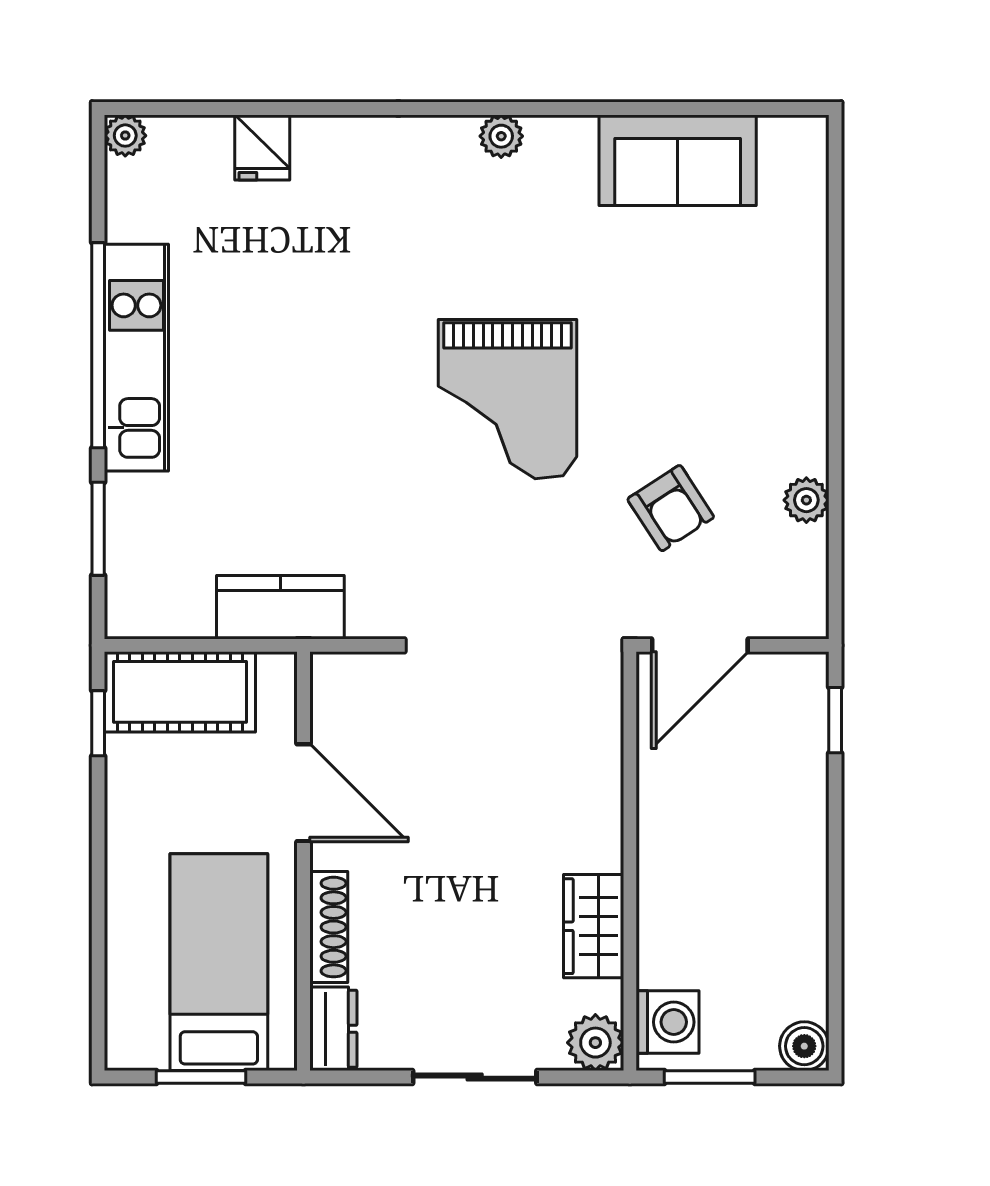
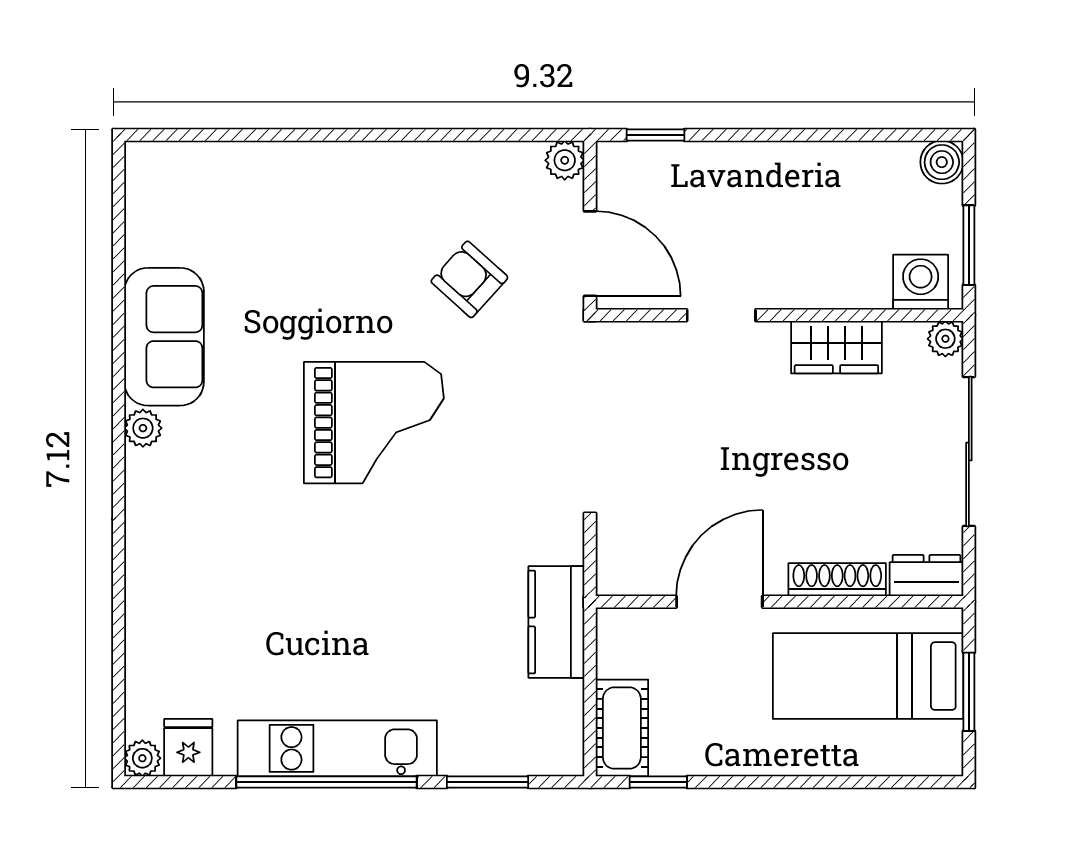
fridge: (262, 148) -> (188, 748), moved, turned -90
sofa: (678, 160) -> (164, 337), moved
plant: (806, 500) -> (565, 160), moved
armchair: (671, 508) -> (469, 279), turned -105
cot: (180, 692) -> (622, 728), width x0.73, depth x0.75
doorway: (630, 795) -> (721, 315), added
plant: (595, 1043) -> (945, 339), width x0.73, depth x0.73
sliding door: (475, 1077) -> (969, 451), width x1.37

